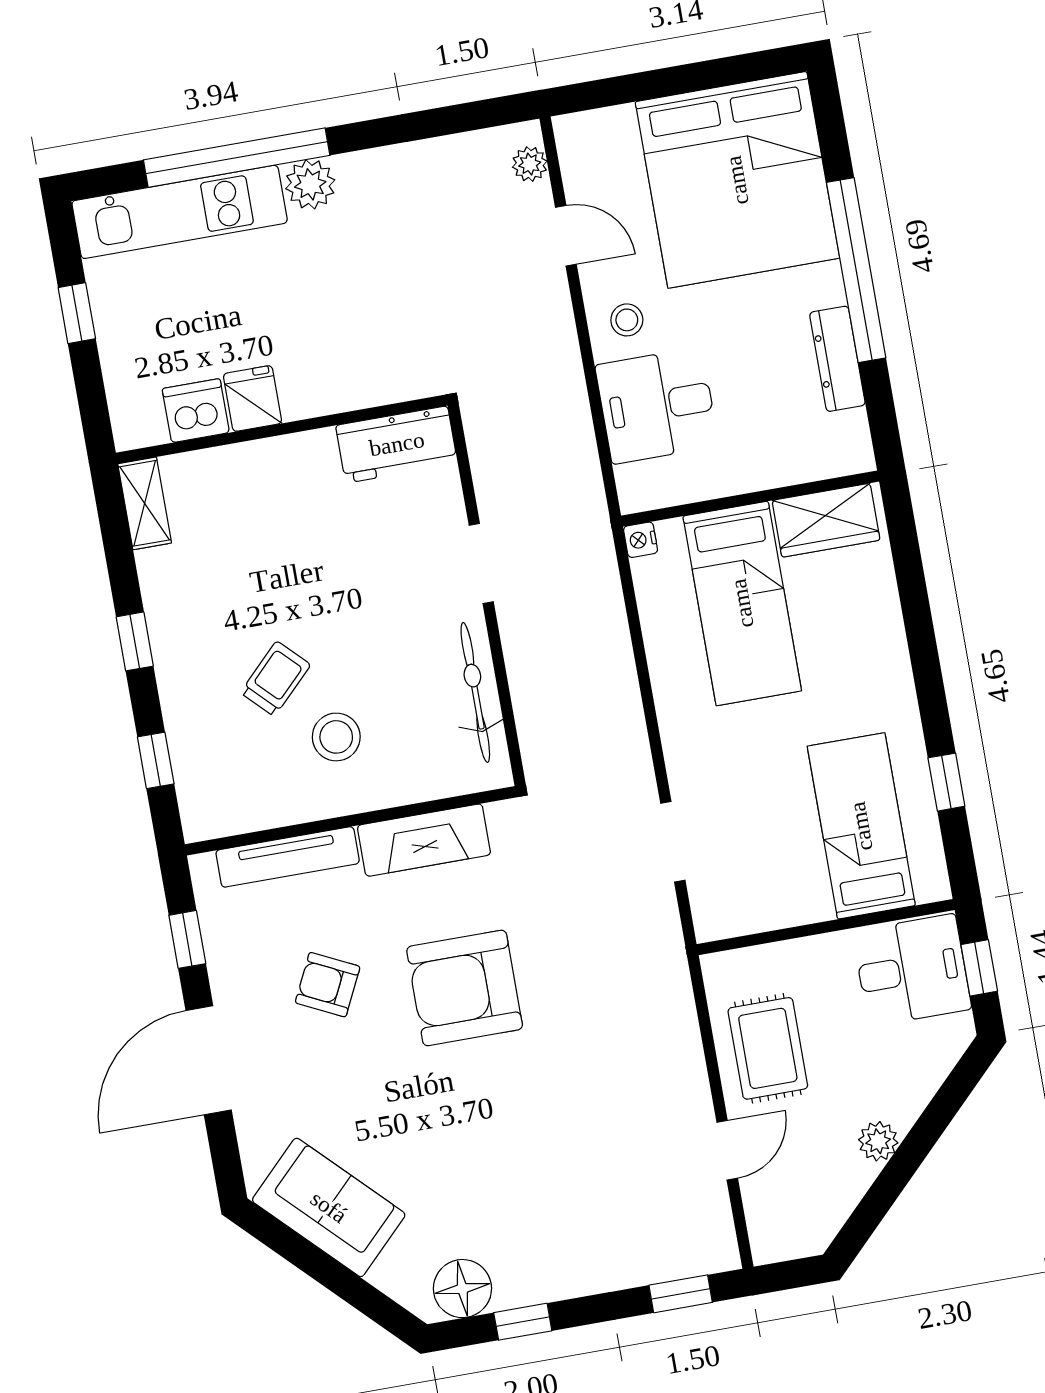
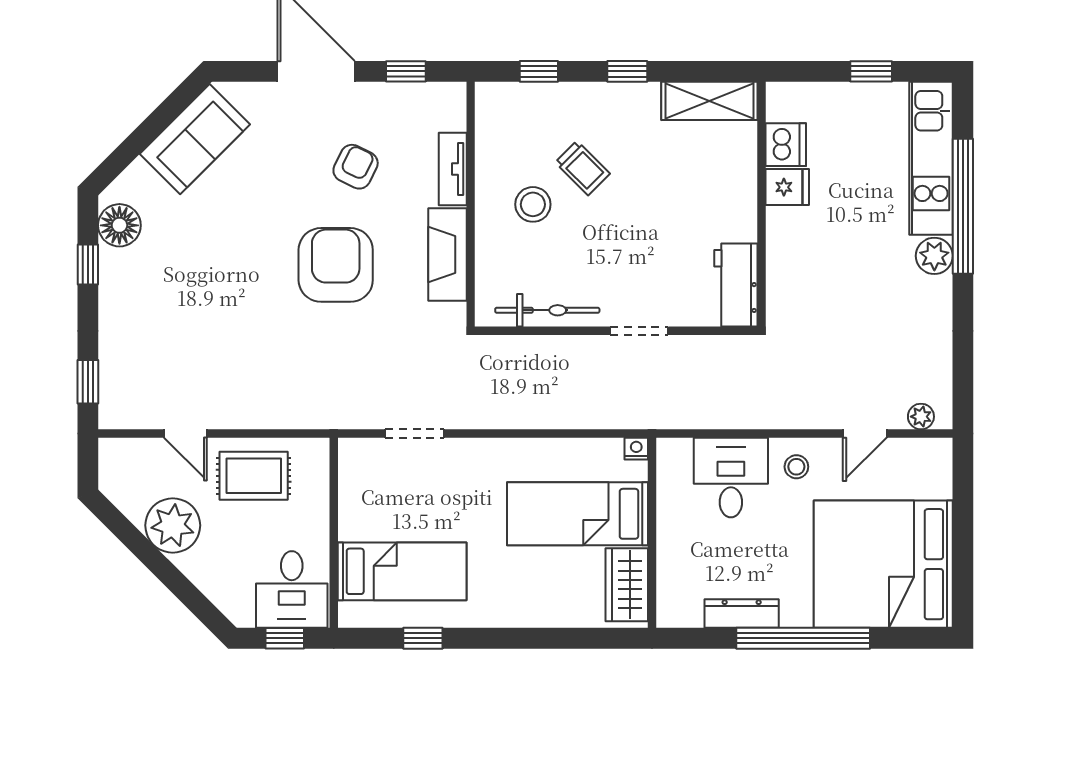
shelving: (145, 503) -> (709, 101), width x1.50, depth x1.33
tv unit: (288, 857) -> (453, 169), width x0.71
plant: (878, 1141) -> (173, 525), width x1.88, depth x1.88

